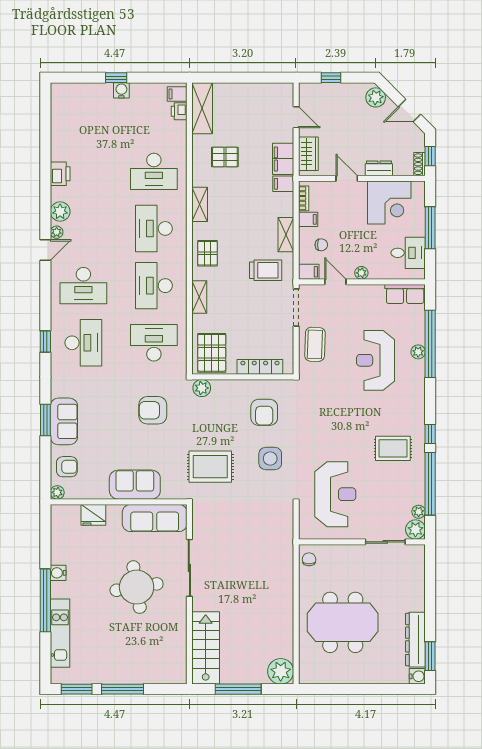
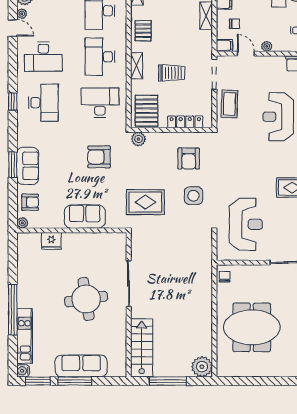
door: (45, 250) -> (13, 28), hinge flipped
trolley: (266, 270) -> (172, 73), moved
sofa: (155, 518) -> (81, 366), moved, turned 180
water cooler: (58, 573) -> (23, 371), moved

